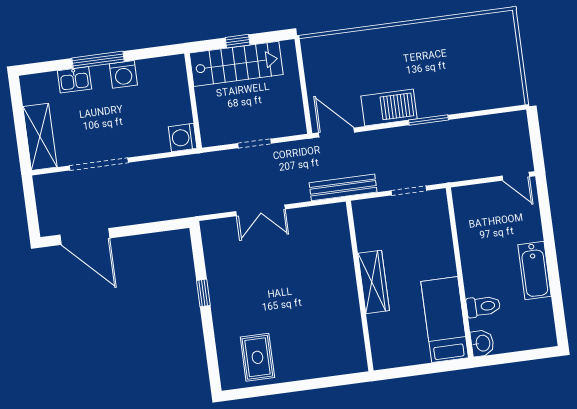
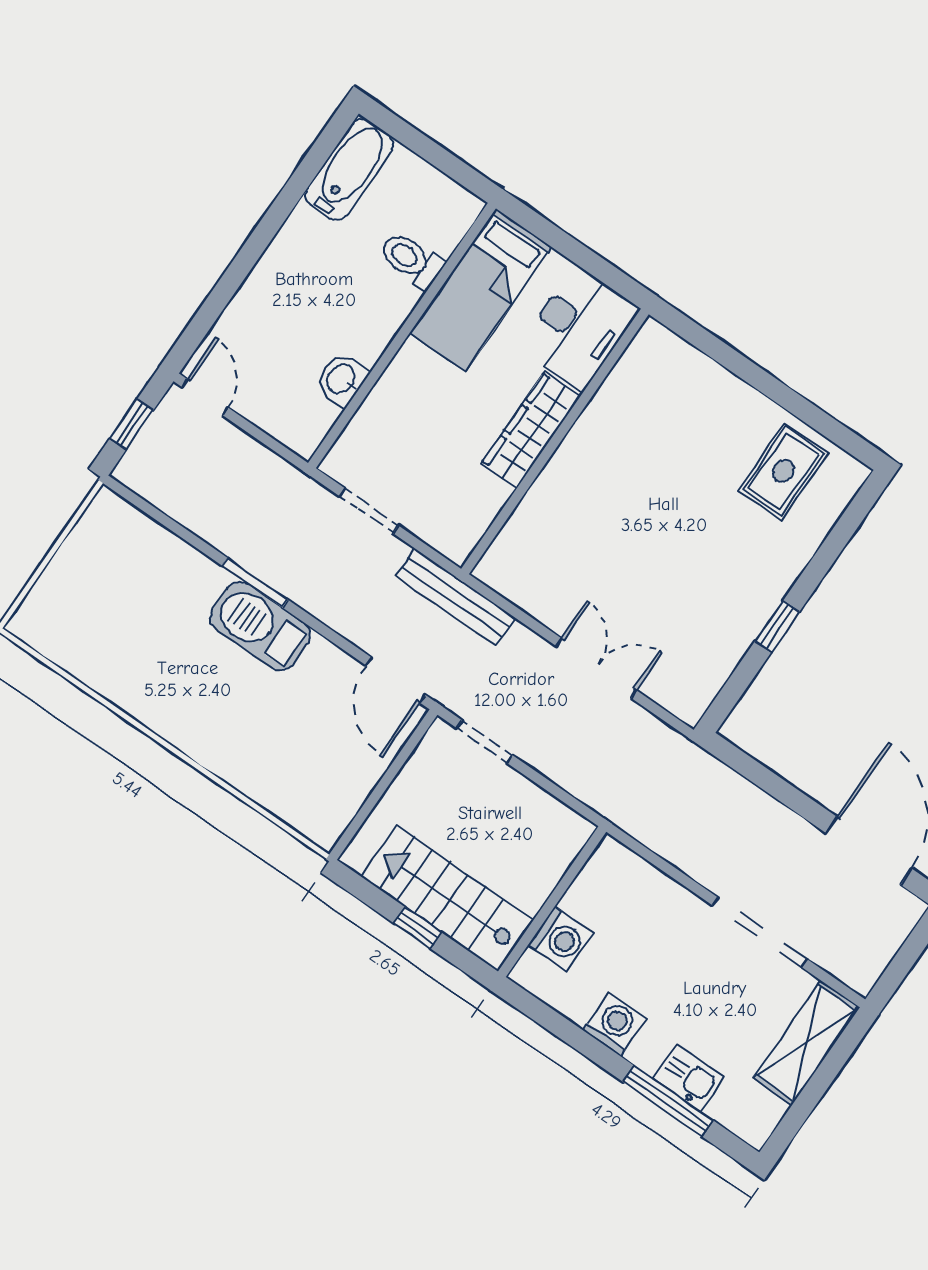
window: (98, 60) -> (668, 1101), moved
barbecue: (389, 107) -> (260, 626), moved
washing machine: (183, 138) -> (561, 939), moved
window: (535, 139) -> (132, 424), added
doorway: (255, 143) -> (485, 742), moved
bathtub: (534, 270) -> (349, 170), moved
desk: (391, 340) -> (579, 328), added
washbasin: (482, 343) -> (342, 380), moved

